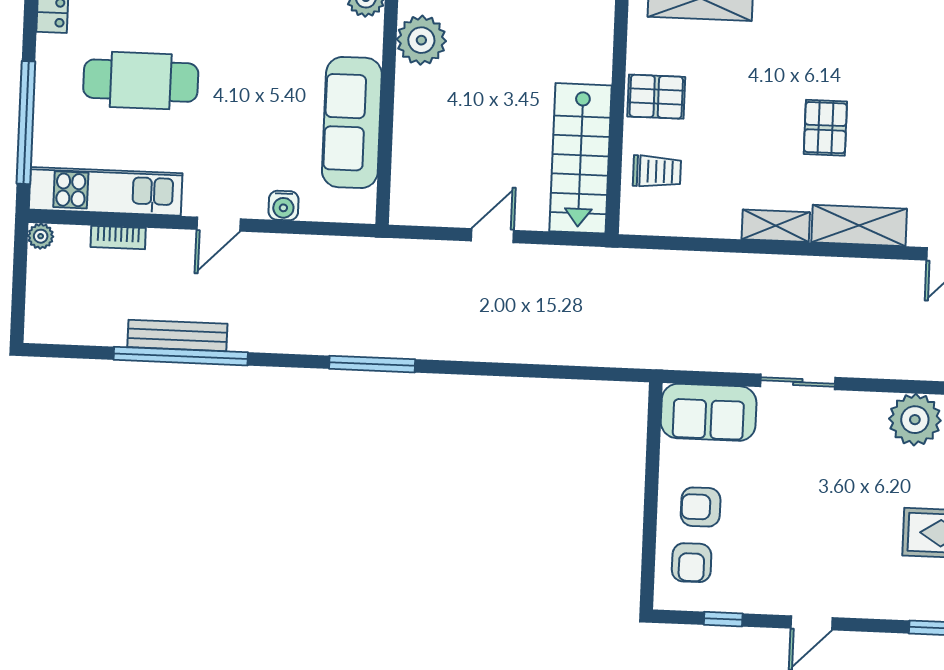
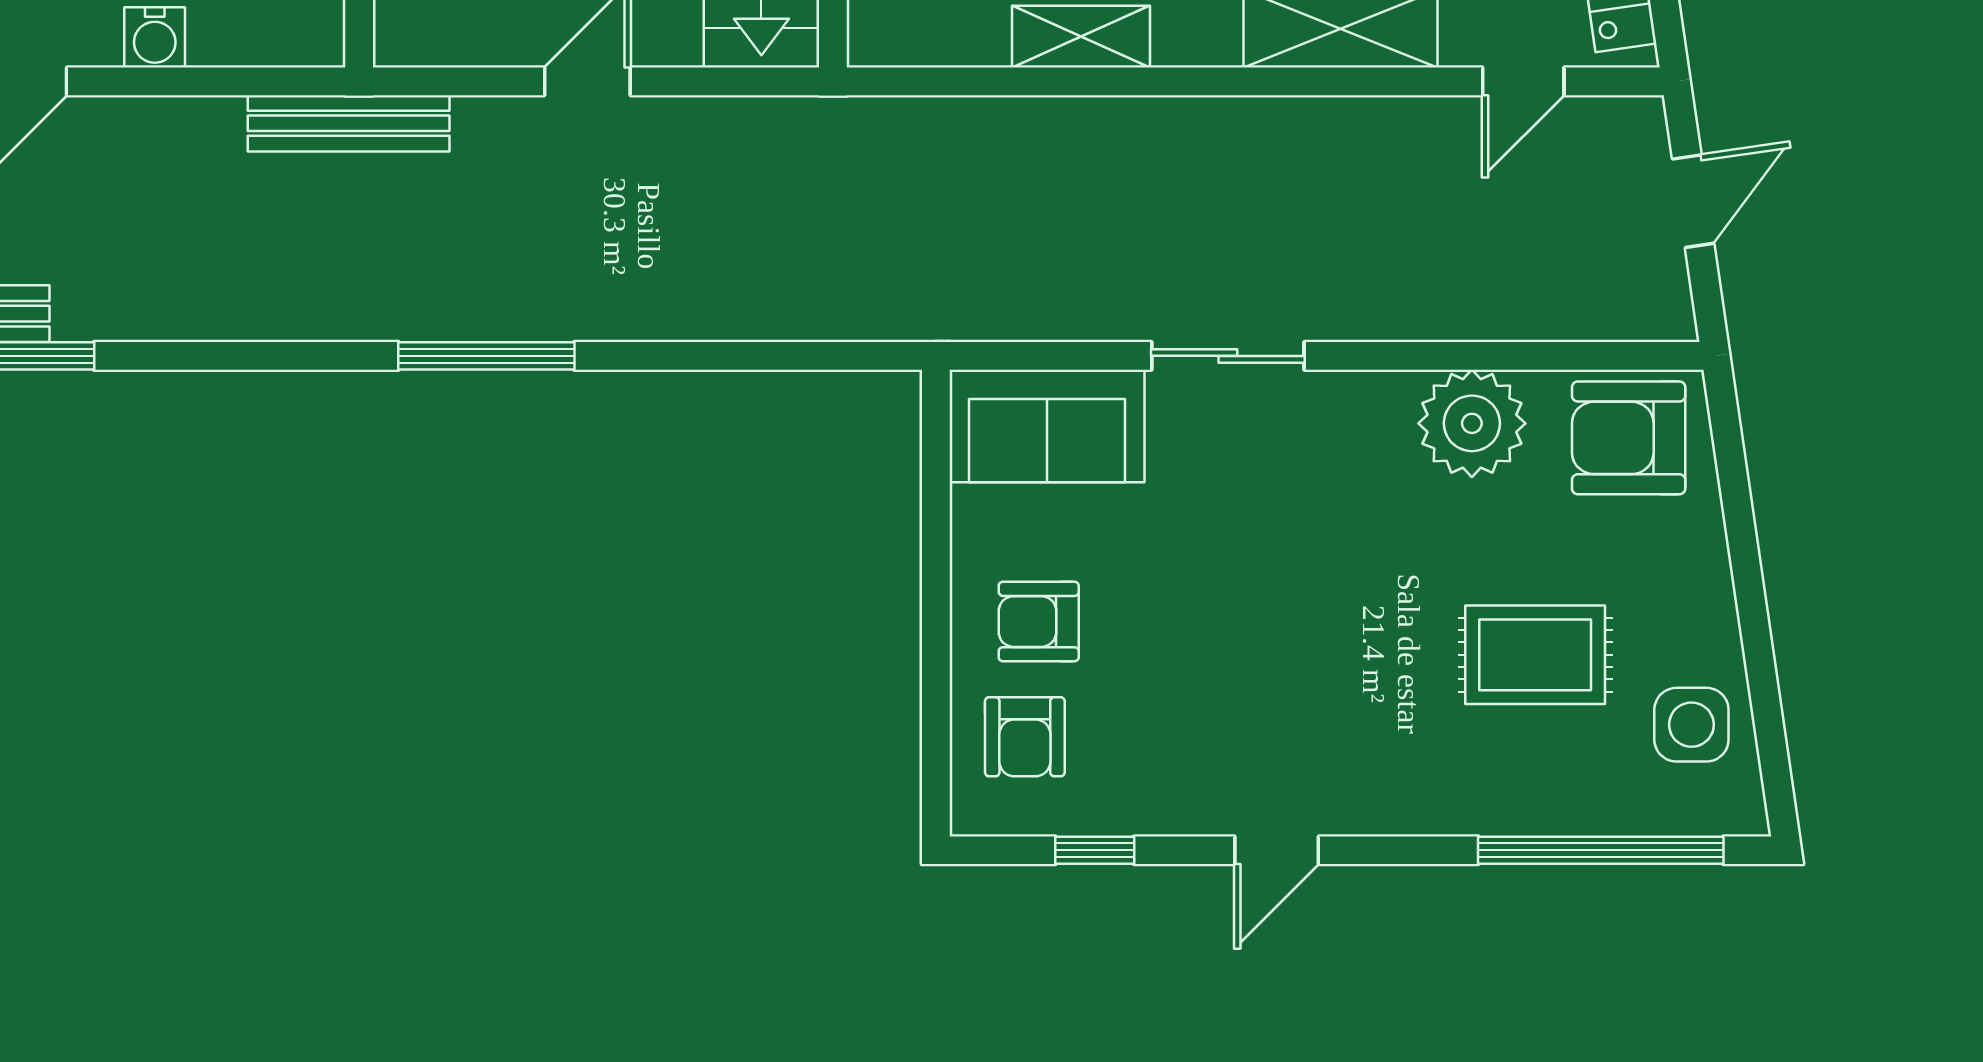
shelving: (776, 226) -> (1081, 37), moved
bench: (376, 251) -> (349, 123), added
window: (372, 364) -> (486, 356), moved

